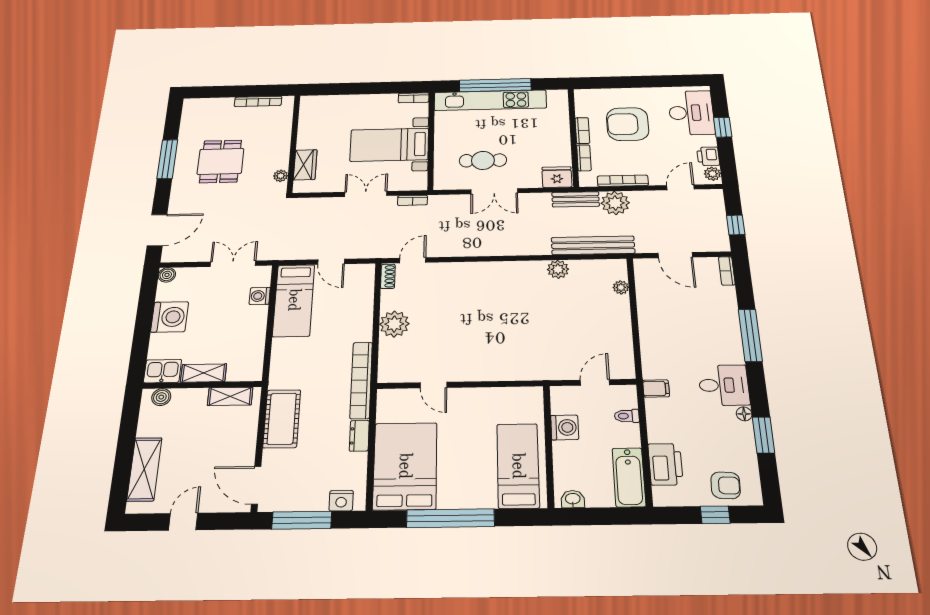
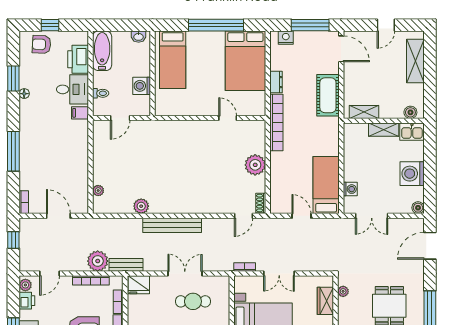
bench: (593, 245) -> (172, 225), moved
desk: (724, 385) -> (72, 89), moved, turned 180

